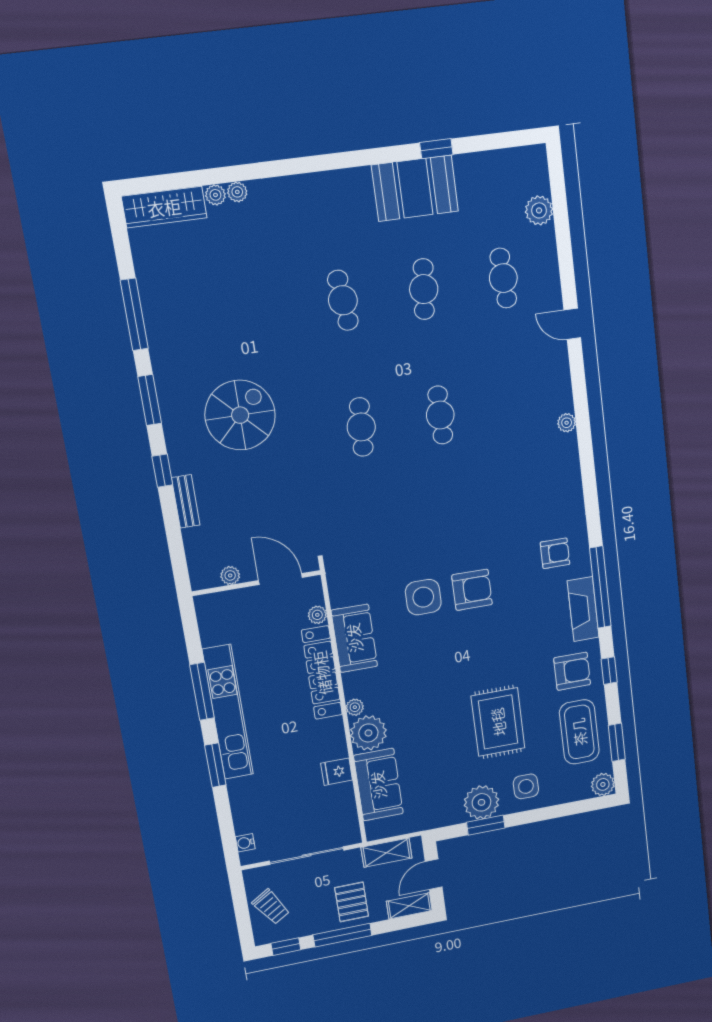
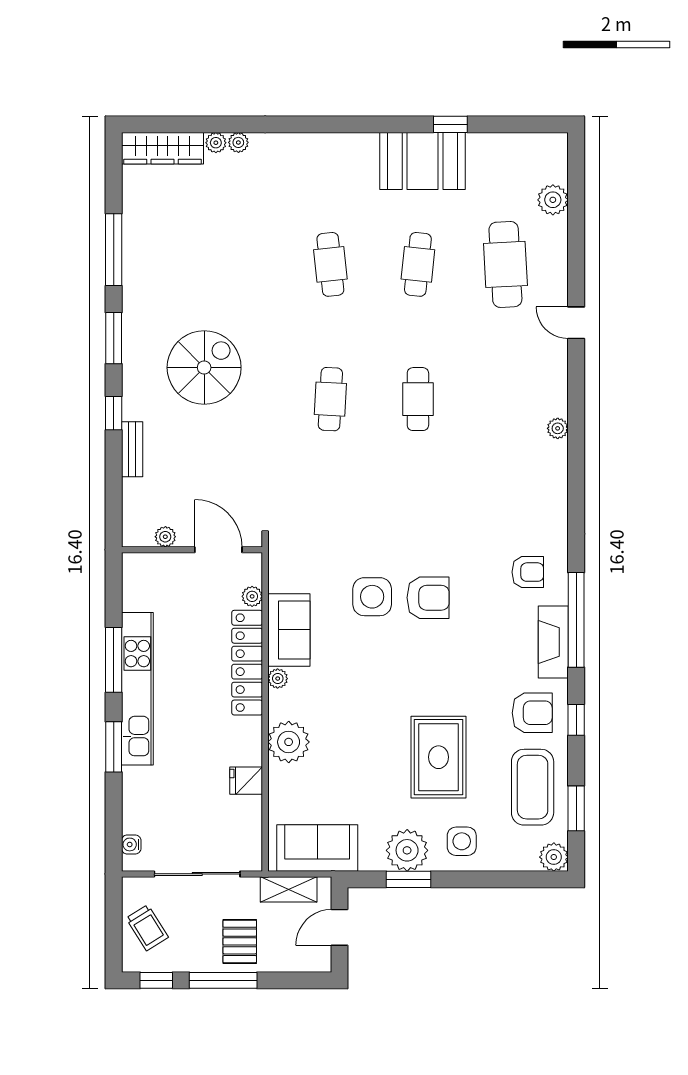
cafe table: (503, 278) -> (505, 264), width x1.37, depth x1.35
plant: (355, 707) -> (278, 679), moved
sofa: (378, 785) -> (317, 848), moved, turned -90
shelving: (409, 906) -> (306, 961), removed

